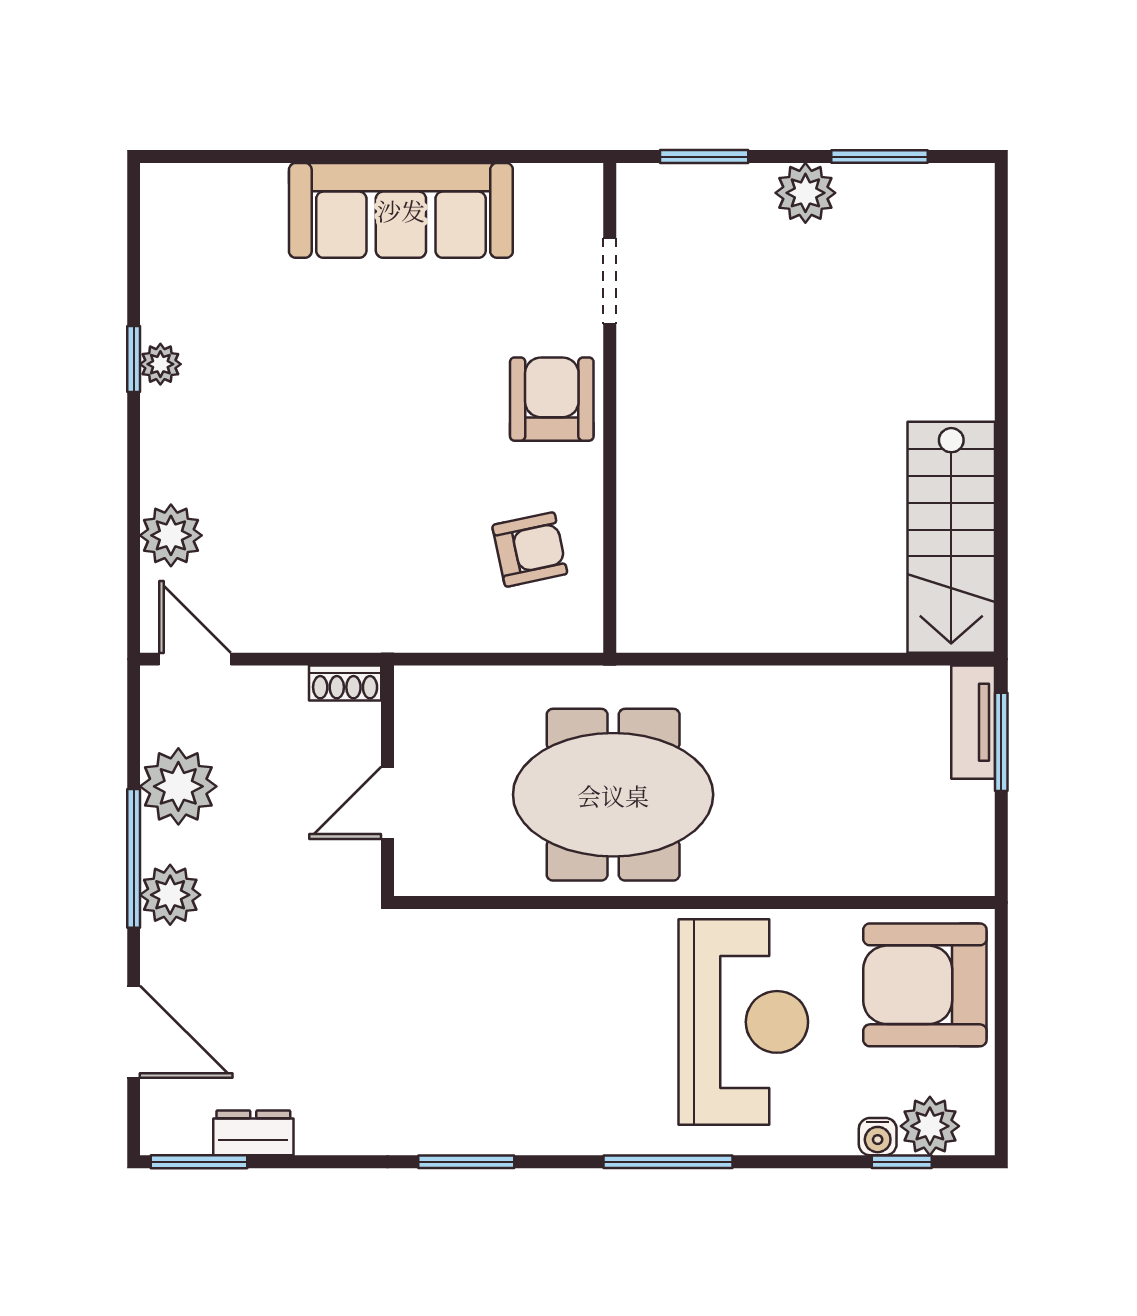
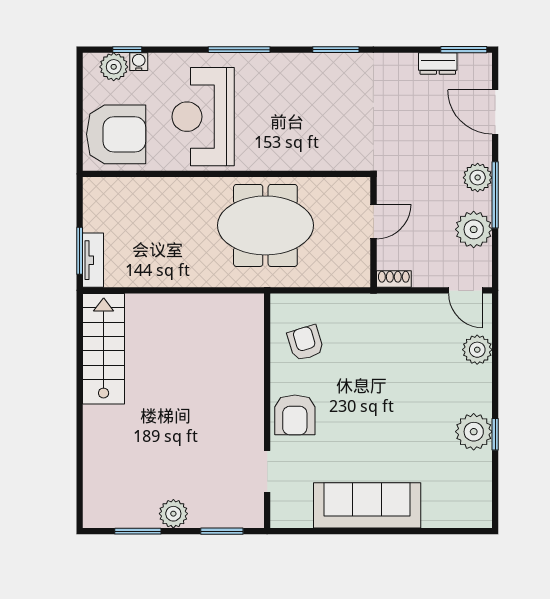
plant: (160, 364) -> (474, 432), width x1.88, depth x1.88
armchair: (530, 549) -> (305, 343), turned 85

